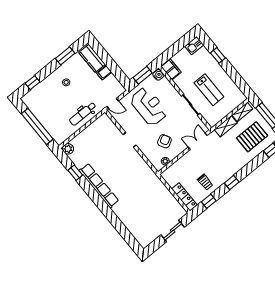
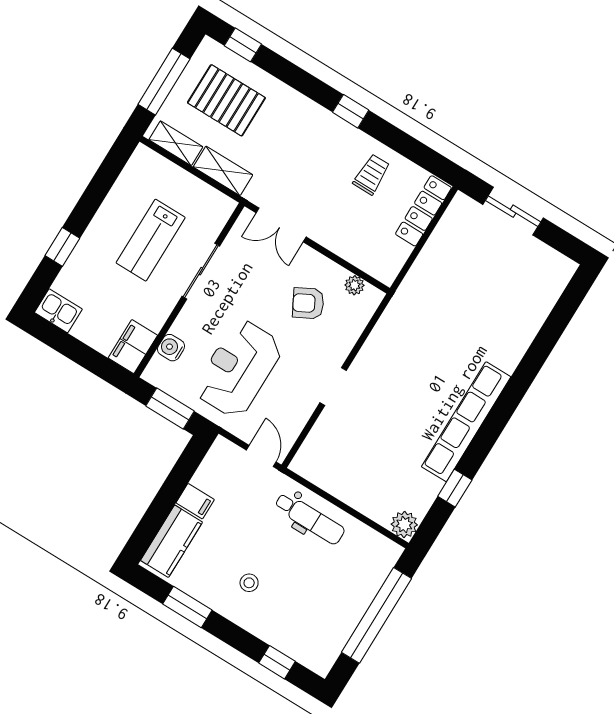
water cooler: (158, 75) -> (171, 348), moved
lab bench: (209, 90) -> (151, 240), turned 180
window: (209, 201) -> (414, 150), removed

